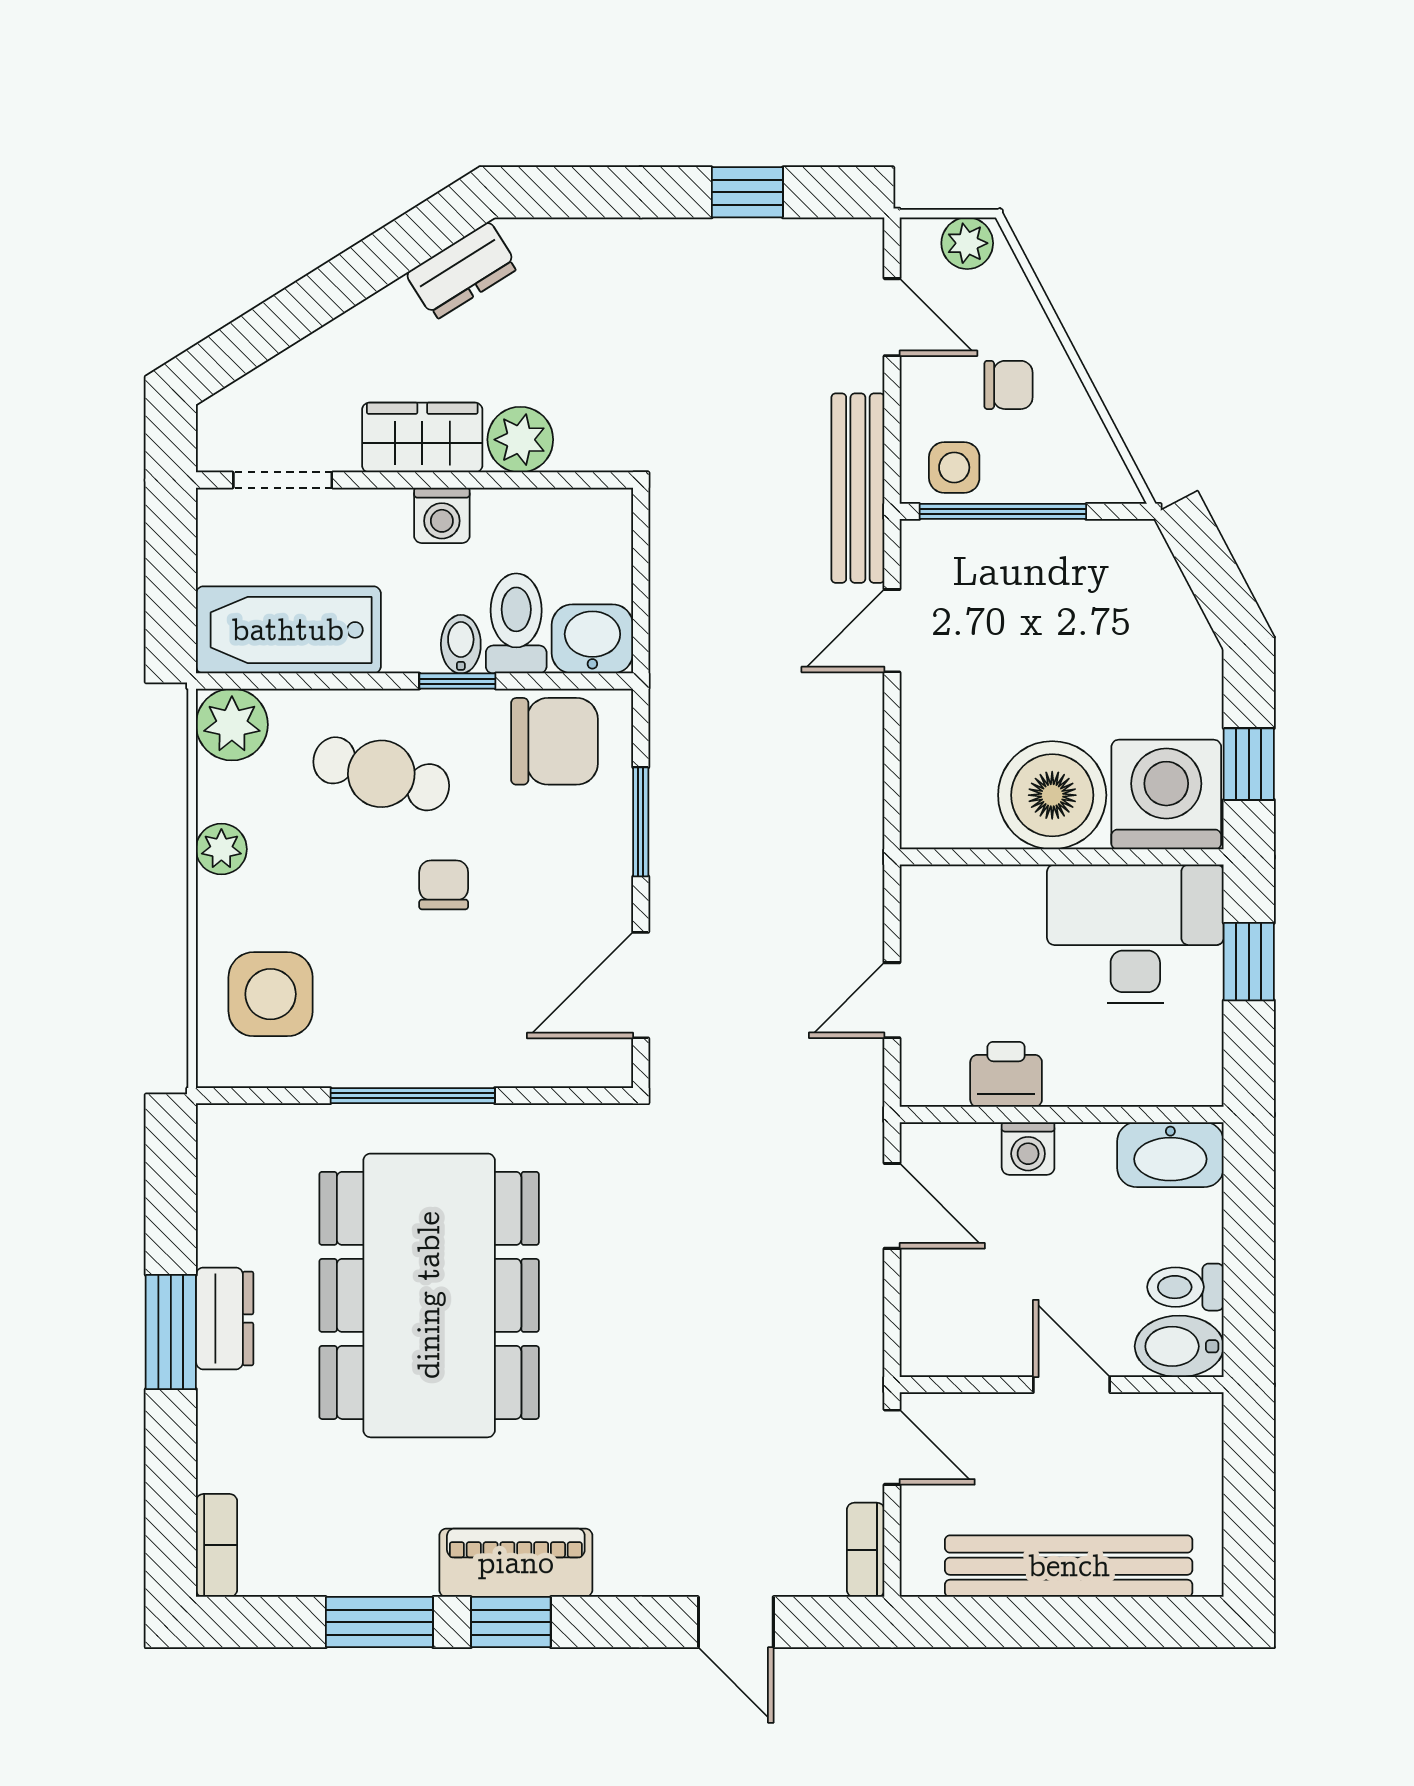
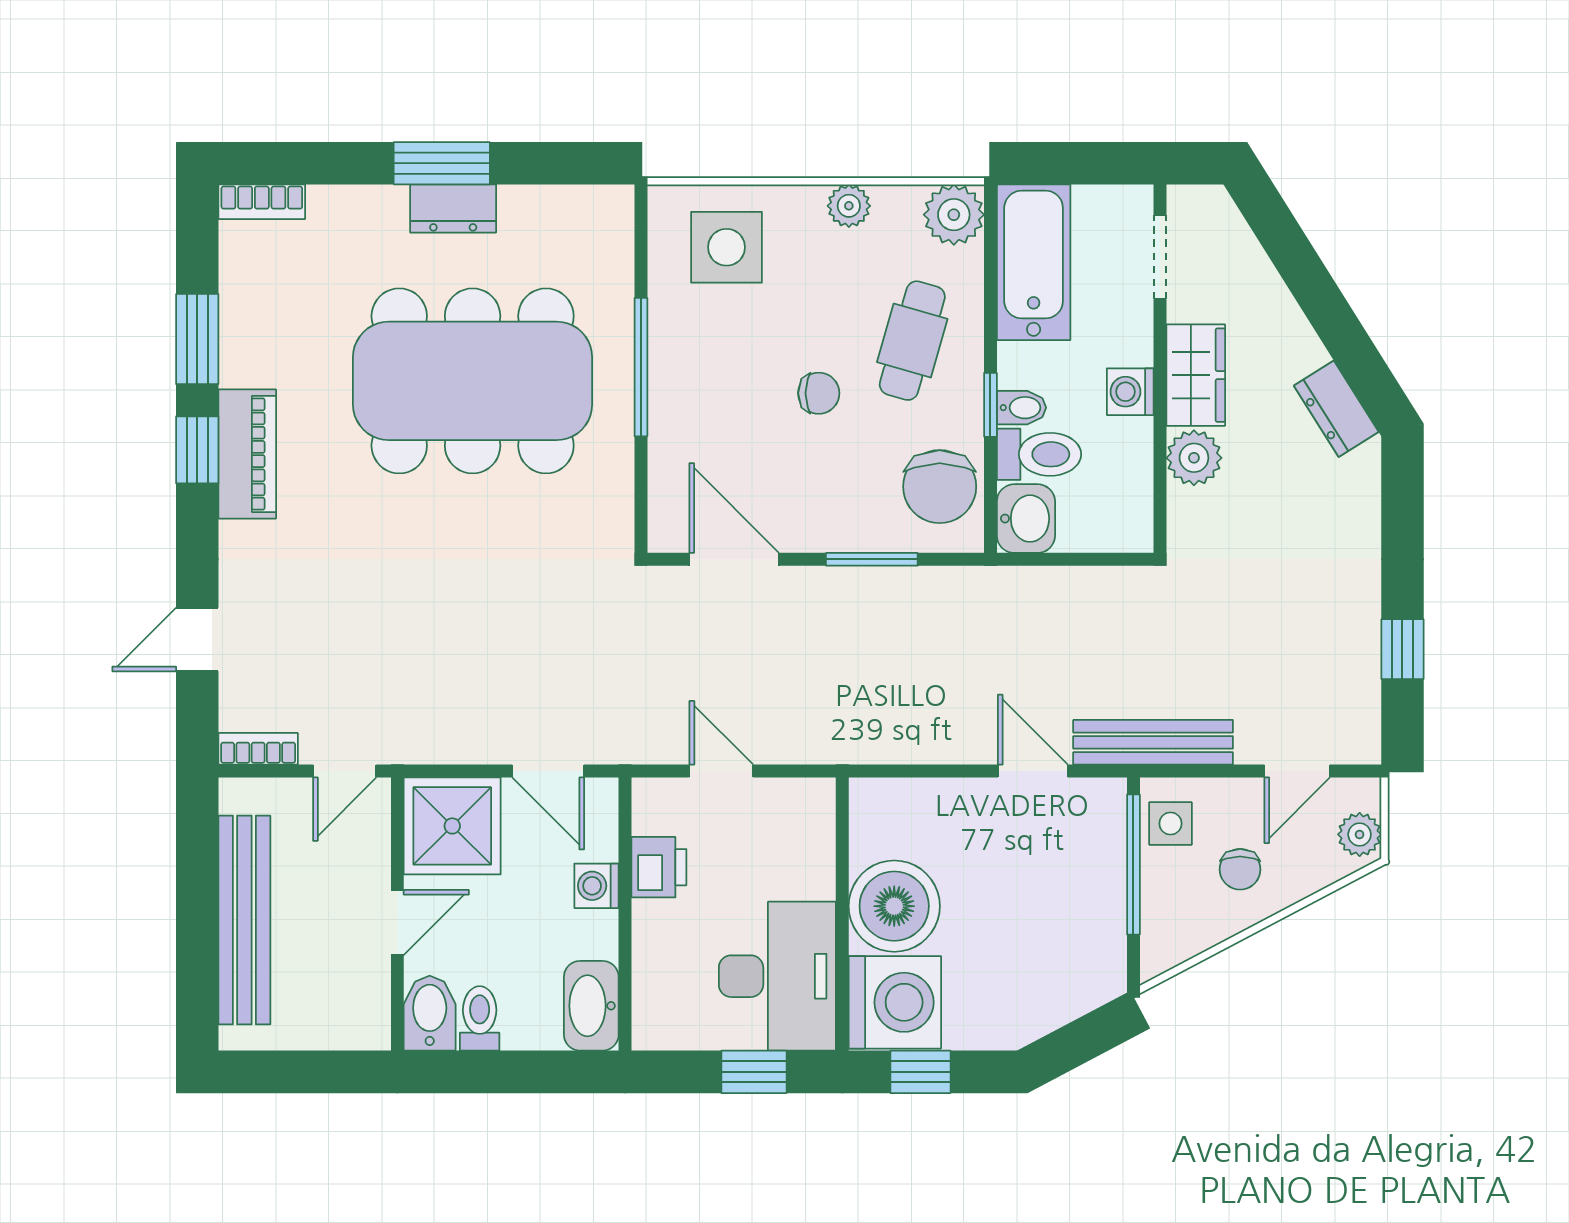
door: (892, 1206) -> (548, 771), hinge flipped
shower: (957, 1320) -> (452, 826), added

